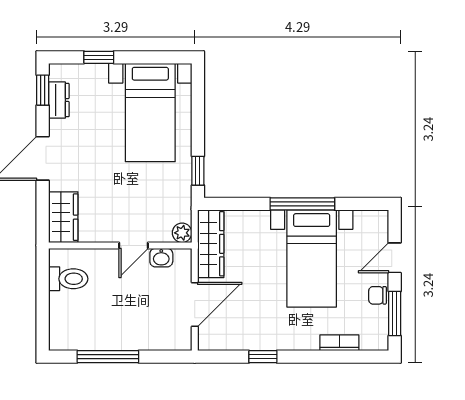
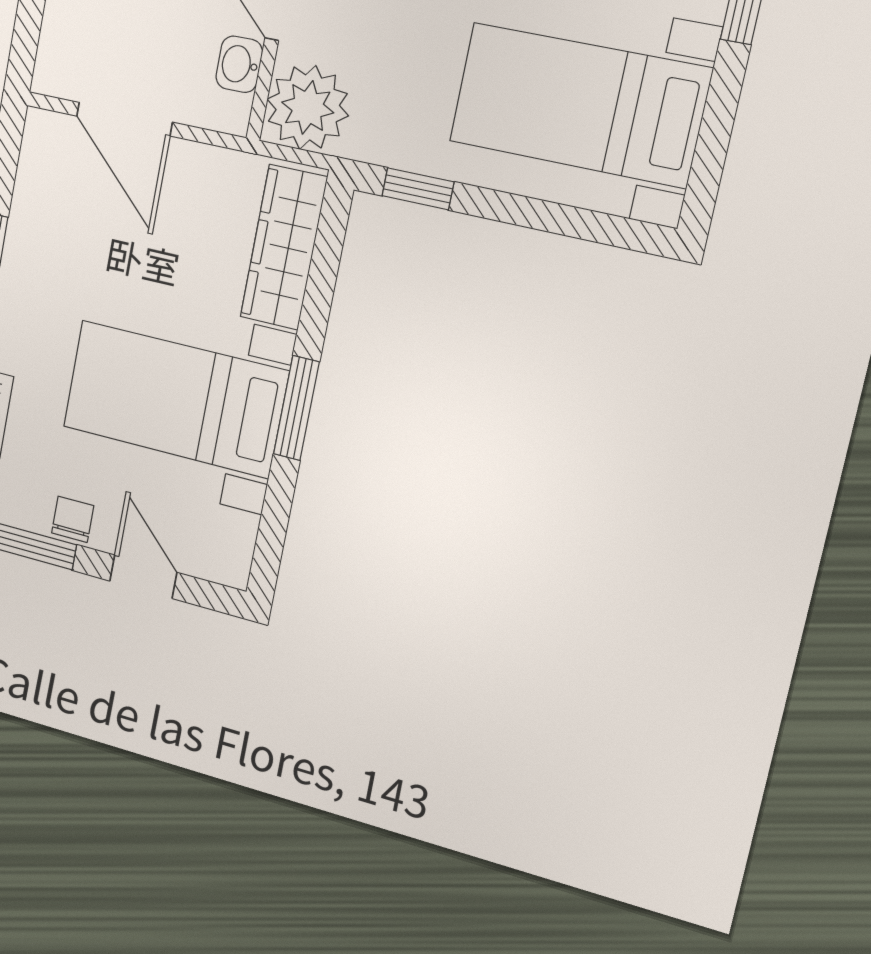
window: (302, 204) -> (296, 408), width x0.69
plant: (182, 233) -> (308, 107), width x1.88, depth x1.88
wardrobe: (211, 244) -> (284, 247), moved, turned 90

